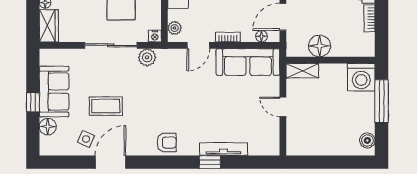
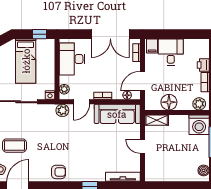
plant: (361, 48) -> (199, 104), added
plant: (147, 57) -> (62, 110), moved
tv unit: (223, 149) -> (123, 177), moved

